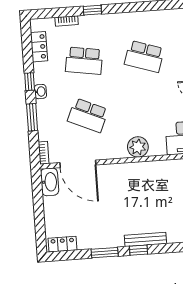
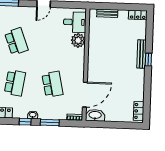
school desk: (144, 56) -> (16, 41), turned -39
school desk: (88, 115) -> (52, 84), turned -36
plant: (138, 147) -> (78, 40), moved
window: (105, 253) -> (148, 83), removed

